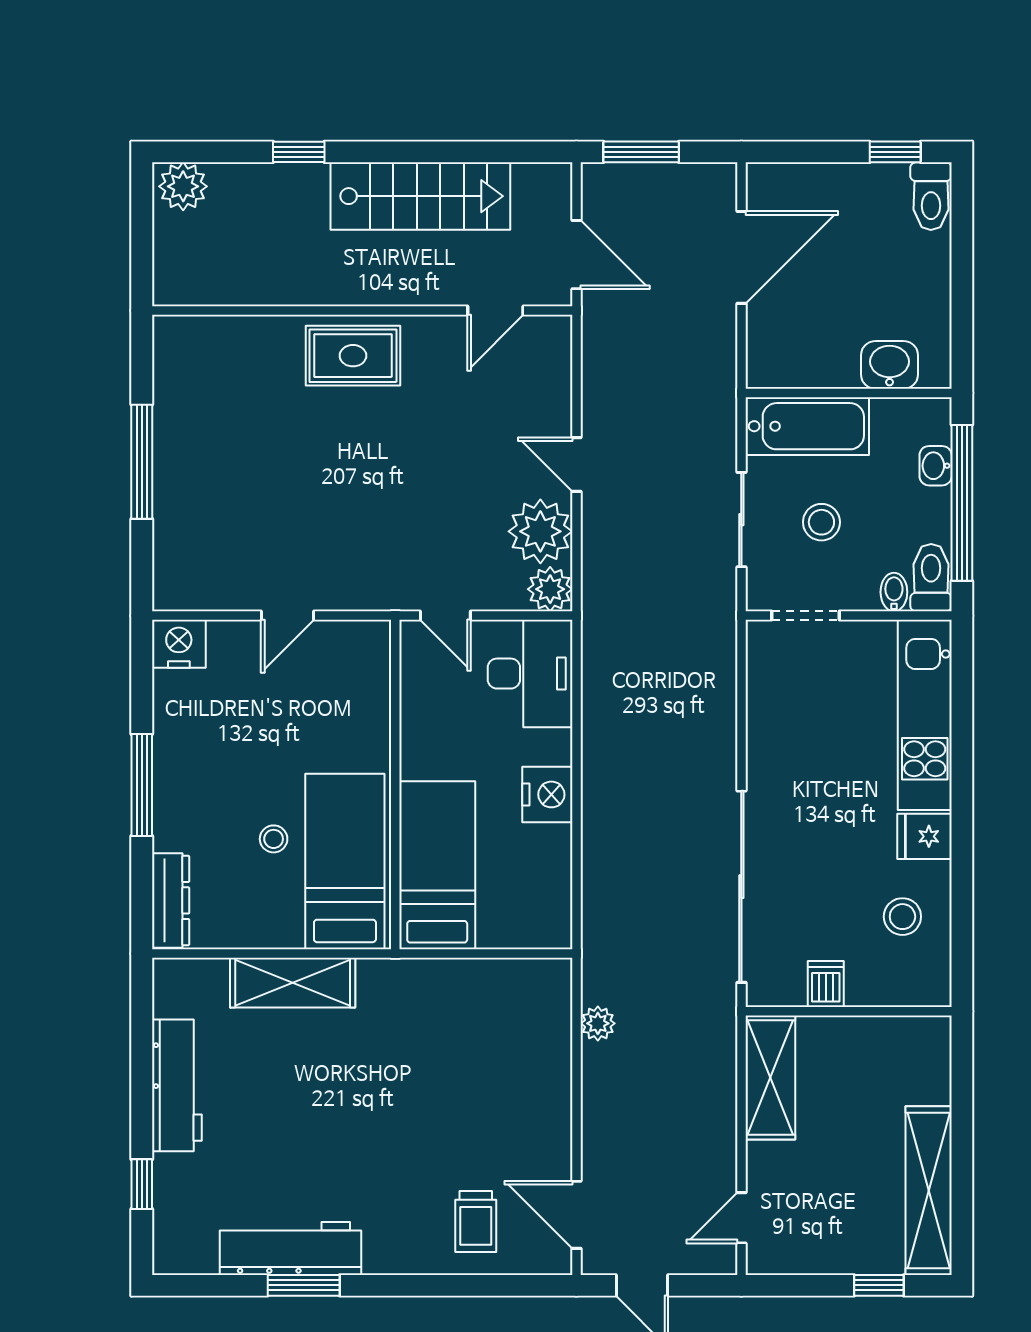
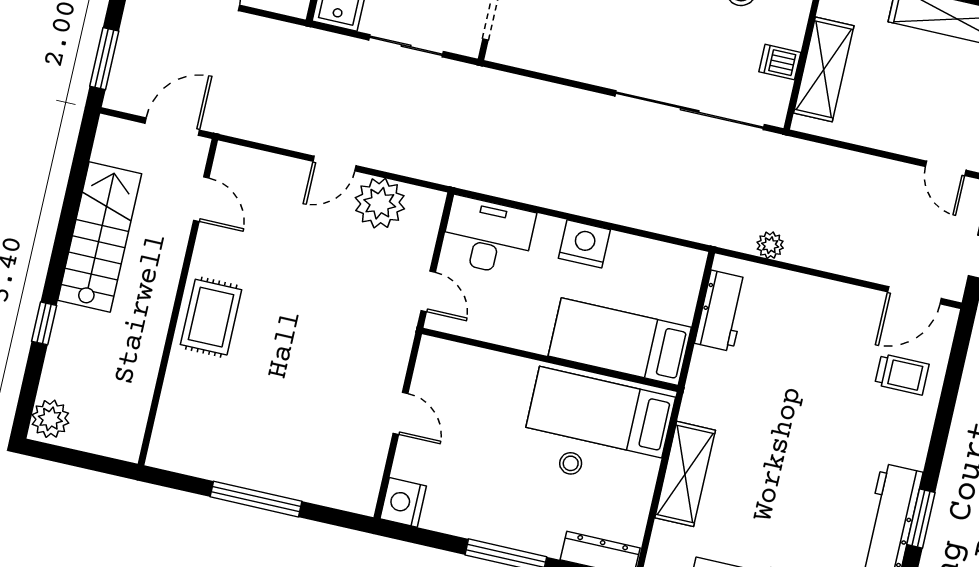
plant: (550, 589) -> (426, 206), removed
door: (445, 616) -> (428, 291), hinge flipped
workbench: (503, 982) -> (722, 311), added
shelving: (770, 1078) -> (824, 69), moved, turned 90

